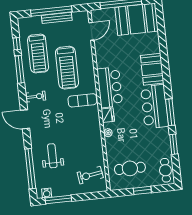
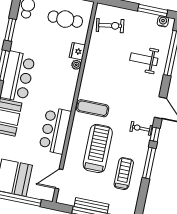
window: (17, 44) -> (155, 134), moved
treadmill: (38, 54) -> (124, 174), width x0.73, depth x0.73
bar counter: (110, 87) -> (55, 130), moved
fridge: (108, 115) -> (77, 51), moved
weight bench: (52, 156) -> (144, 59), turned 90

